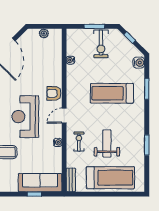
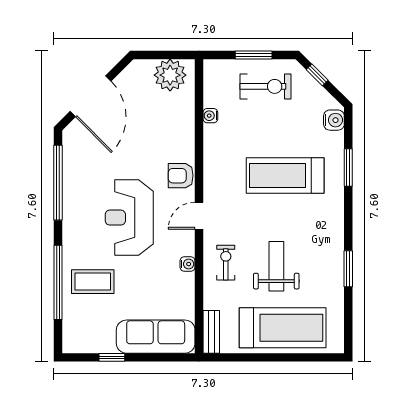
plant: (44, 33) -> (170, 75), width x1.88, depth x1.88
exercise bike: (101, 44) -> (265, 86), turned -90
window: (34, 194) -> (112, 357), moved

